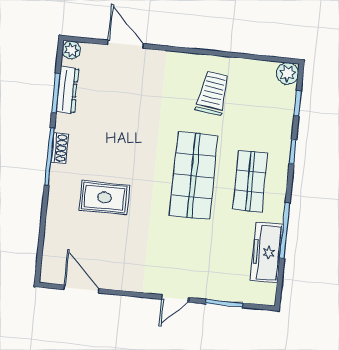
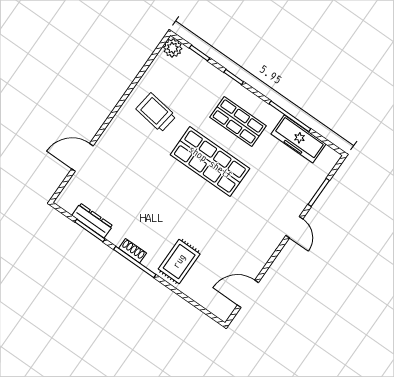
plant: (71, 50) -> (64, 201), removed
rug: (104, 198) -> (179, 261), moved

